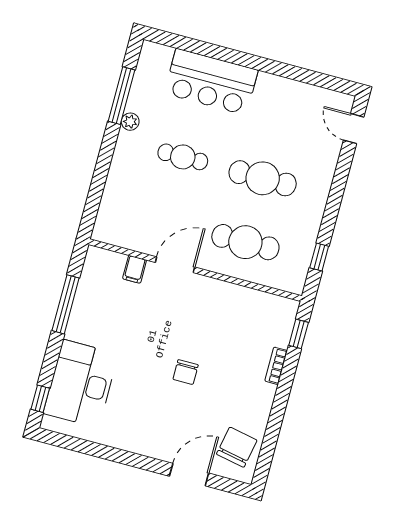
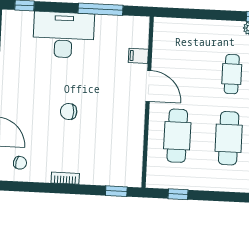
bookcase: (276, 366) -> (65, 178), moved
desk: (81, 384) -> (64, 35), moved
chair: (237, 447) -> (20, 163), width x0.54, depth x0.54

